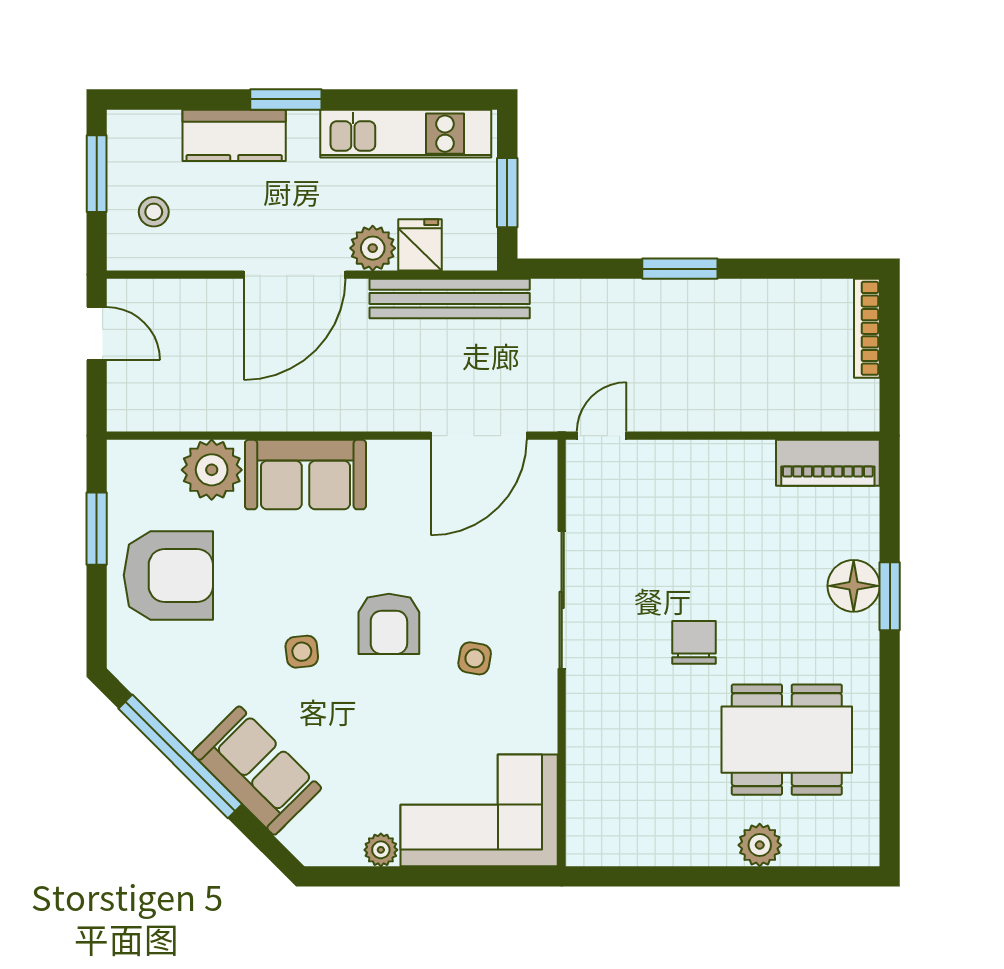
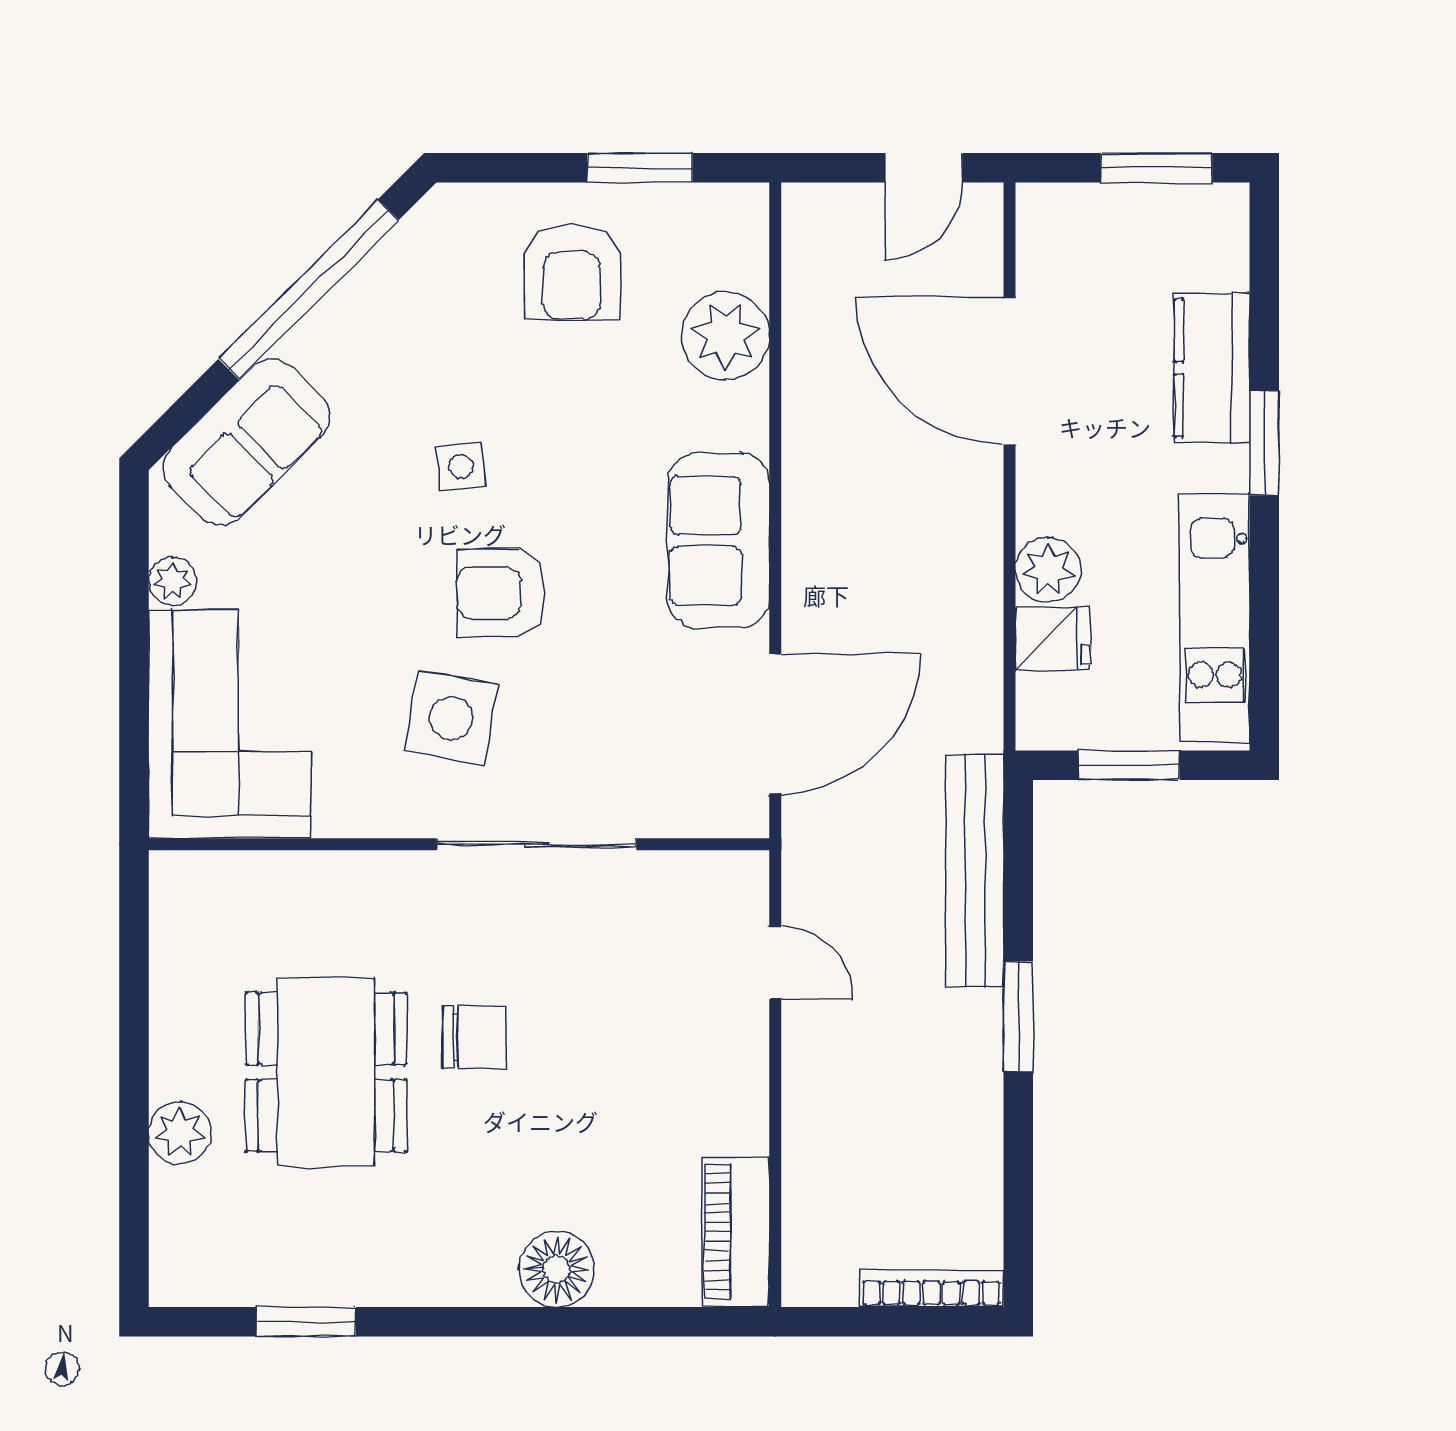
stool: (154, 212) -> (1101, 251), removed
door: (295, 275) -> (1010, 371), moved
bench: (450, 299) -> (975, 871), moved
door: (479, 436) -> (775, 724), swing flipped
door: (602, 436) -> (775, 963), moved
sofa: (305, 475) -> (719, 541), moved
armchair: (168, 575) -> (572, 272), width x0.73, depth x0.73
window: (890, 596) -> (306, 1322), moved
side table: (475, 658) -> (451, 718), width x1.87, depth x1.87
dining table: (787, 740) -> (326, 1072), moved
sofa: (257, 771) -> (246, 442), moved

